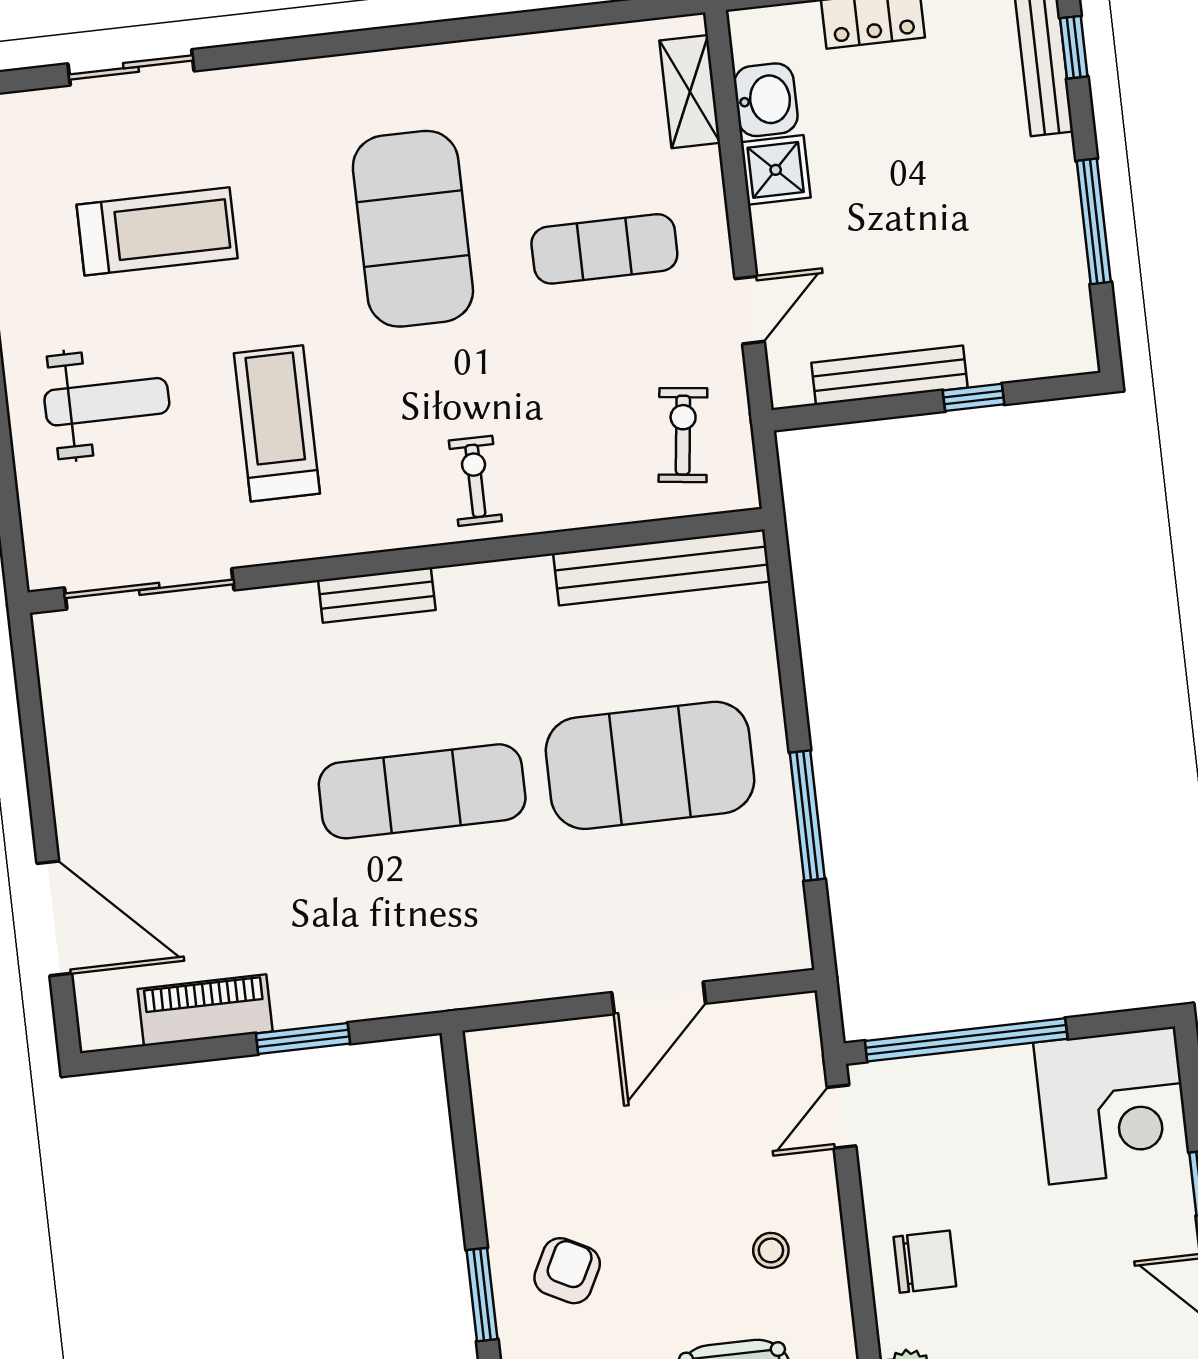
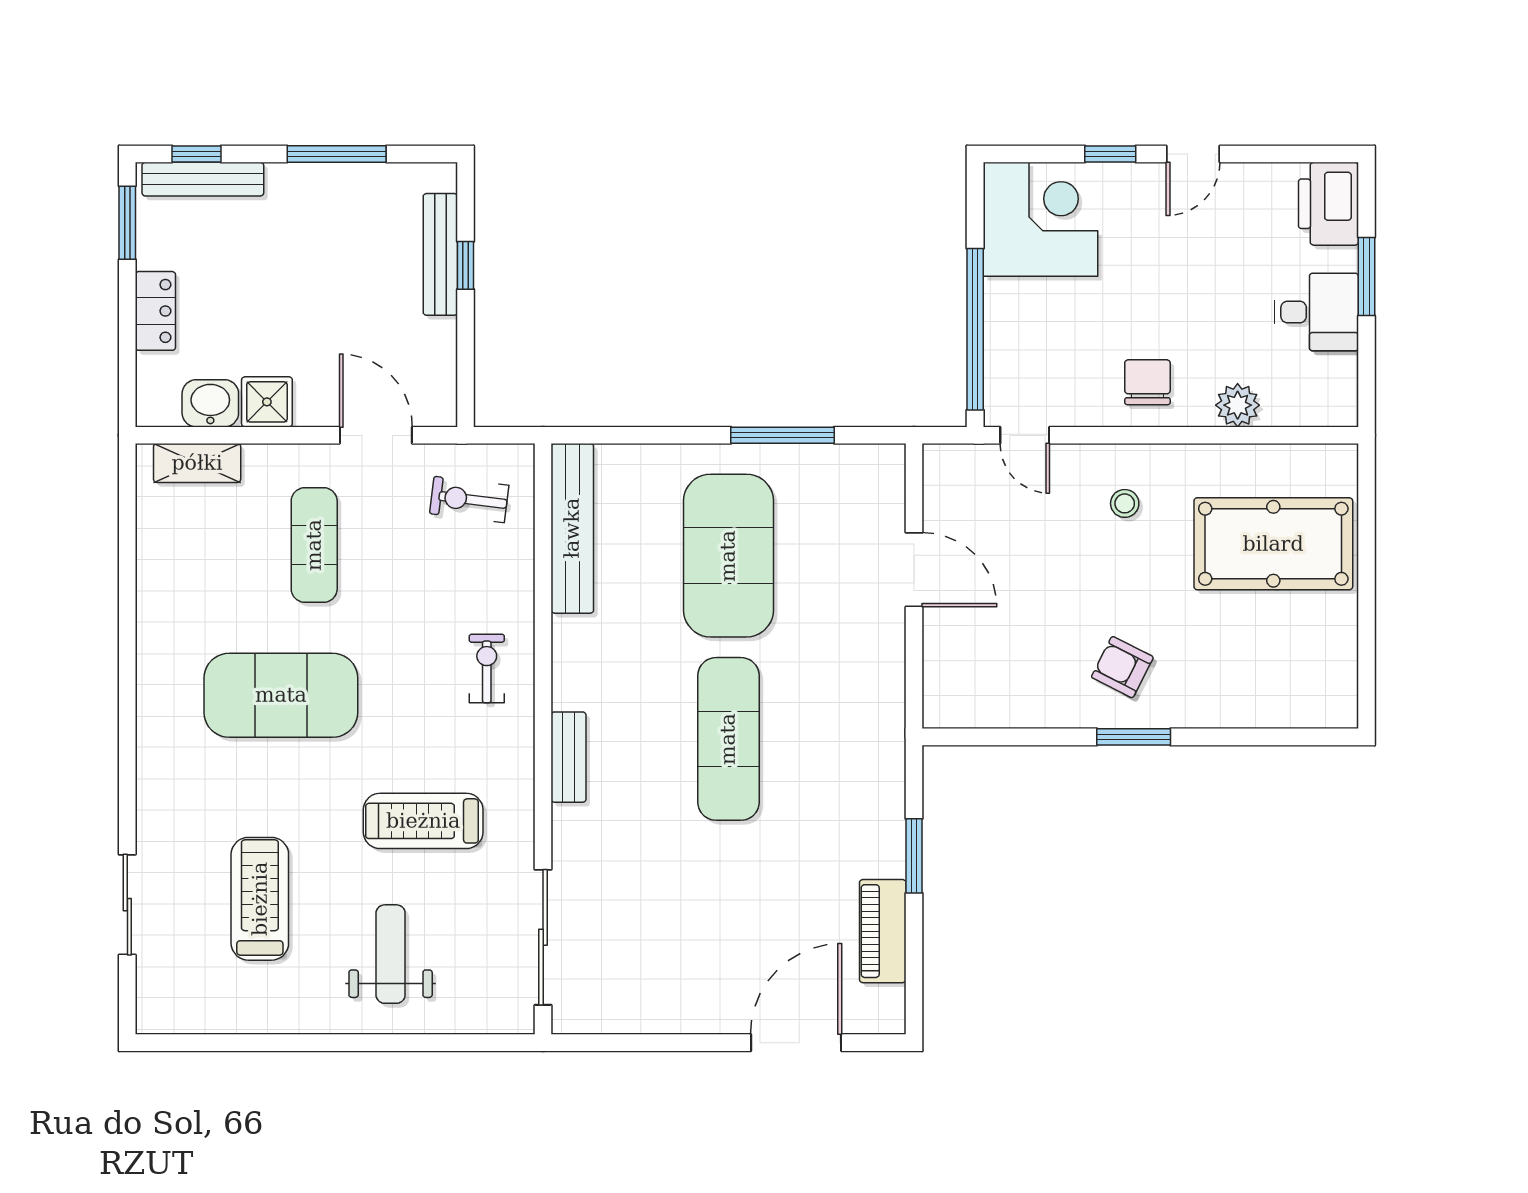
door: (750, 310) -> (376, 435), width x1.38
bench: (889, 375) -> (440, 254), moved
exercise bike: (475, 481) -> (487, 668), turned 90

